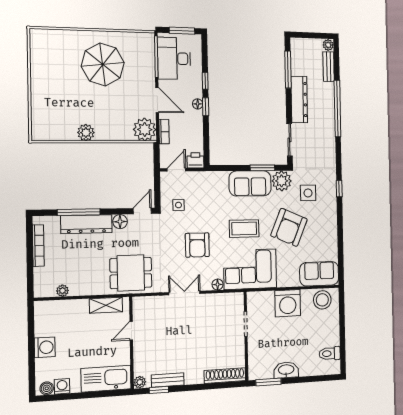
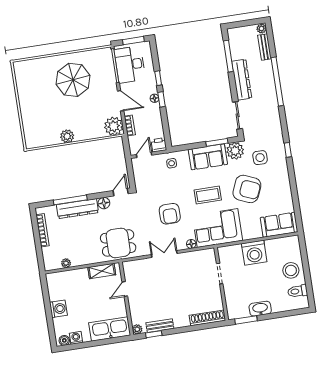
side table: (178, 205) -> (172, 163), moved
armchair: (289, 227) -> (247, 189), turned -90
stool: (322, 300) -> (291, 270), moved

